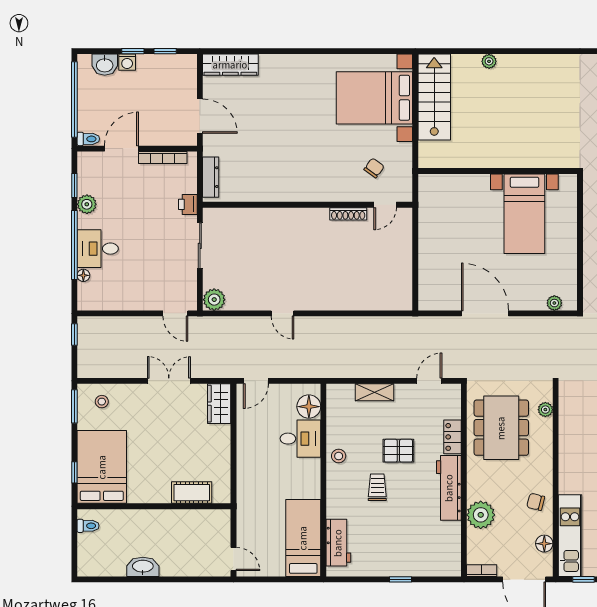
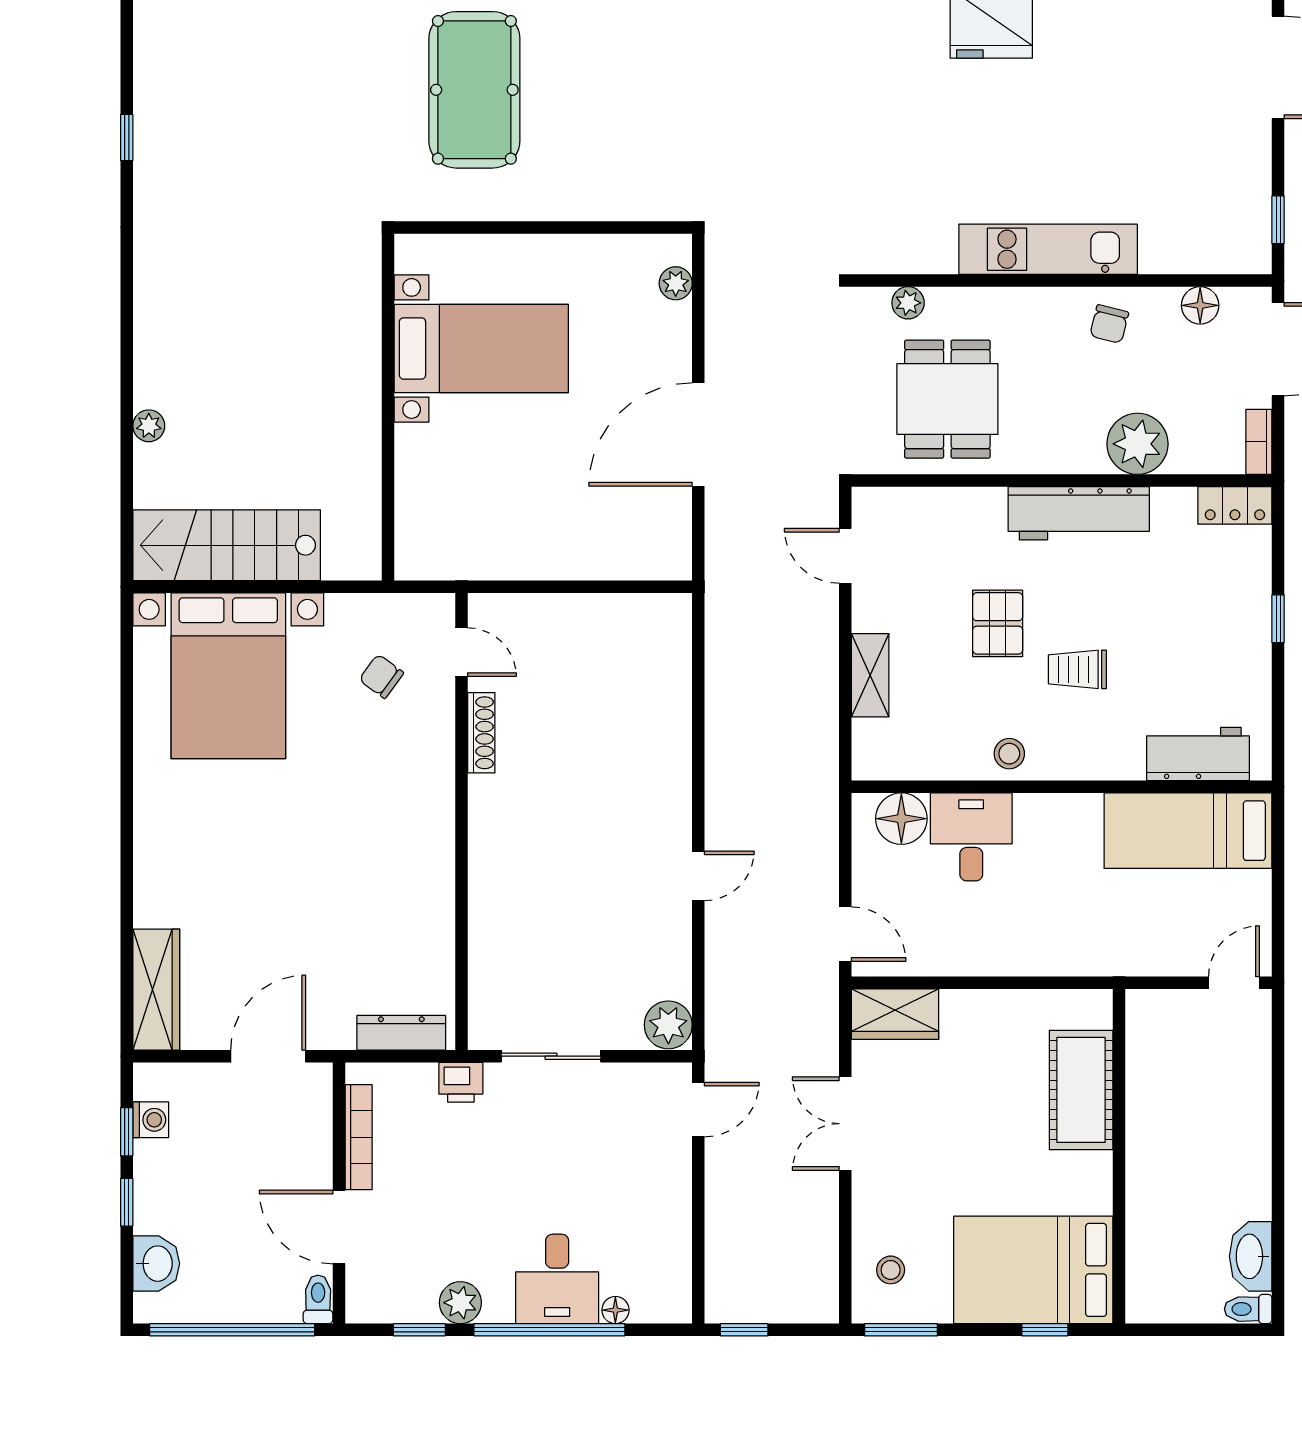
washing machine: (127, 62) -> (151, 1120), moved
dining table: (501, 428) -> (947, 399), width x0.73
locker: (452, 437) -> (1235, 505), moved
cot: (192, 493) -> (1081, 1090), width x1.37, depth x1.34
toilet: (88, 526) -> (1248, 1309), moved, turned -90
kitchen unit: (570, 536) -> (1048, 249), moved
washbasin: (143, 567) -> (1251, 1256), moved

